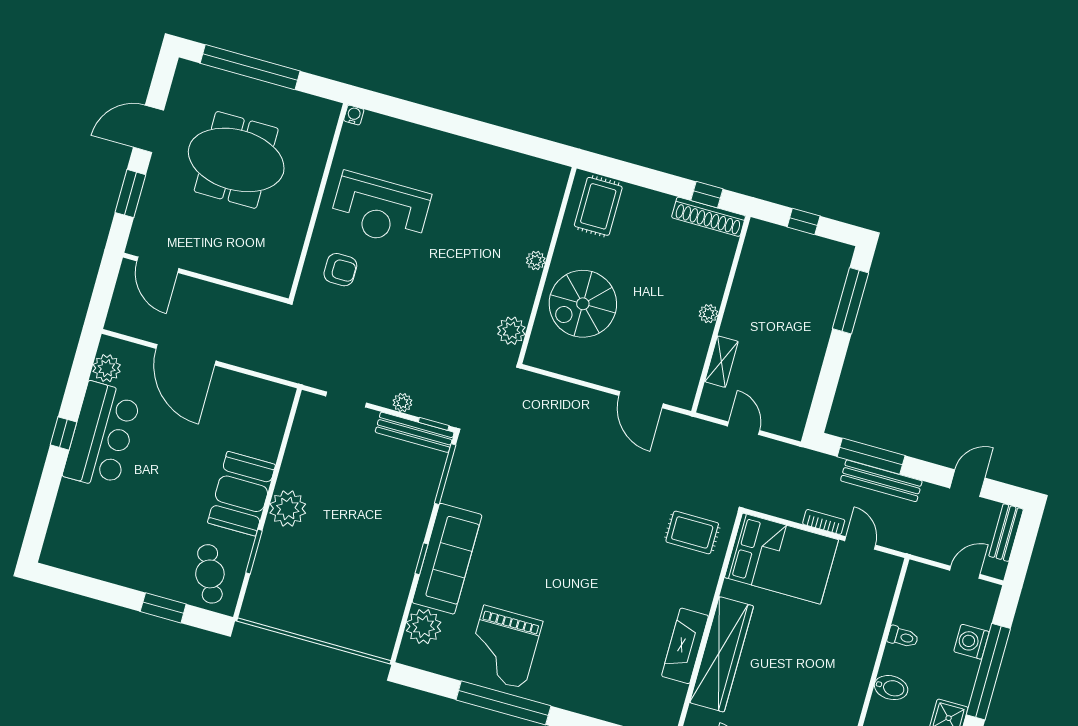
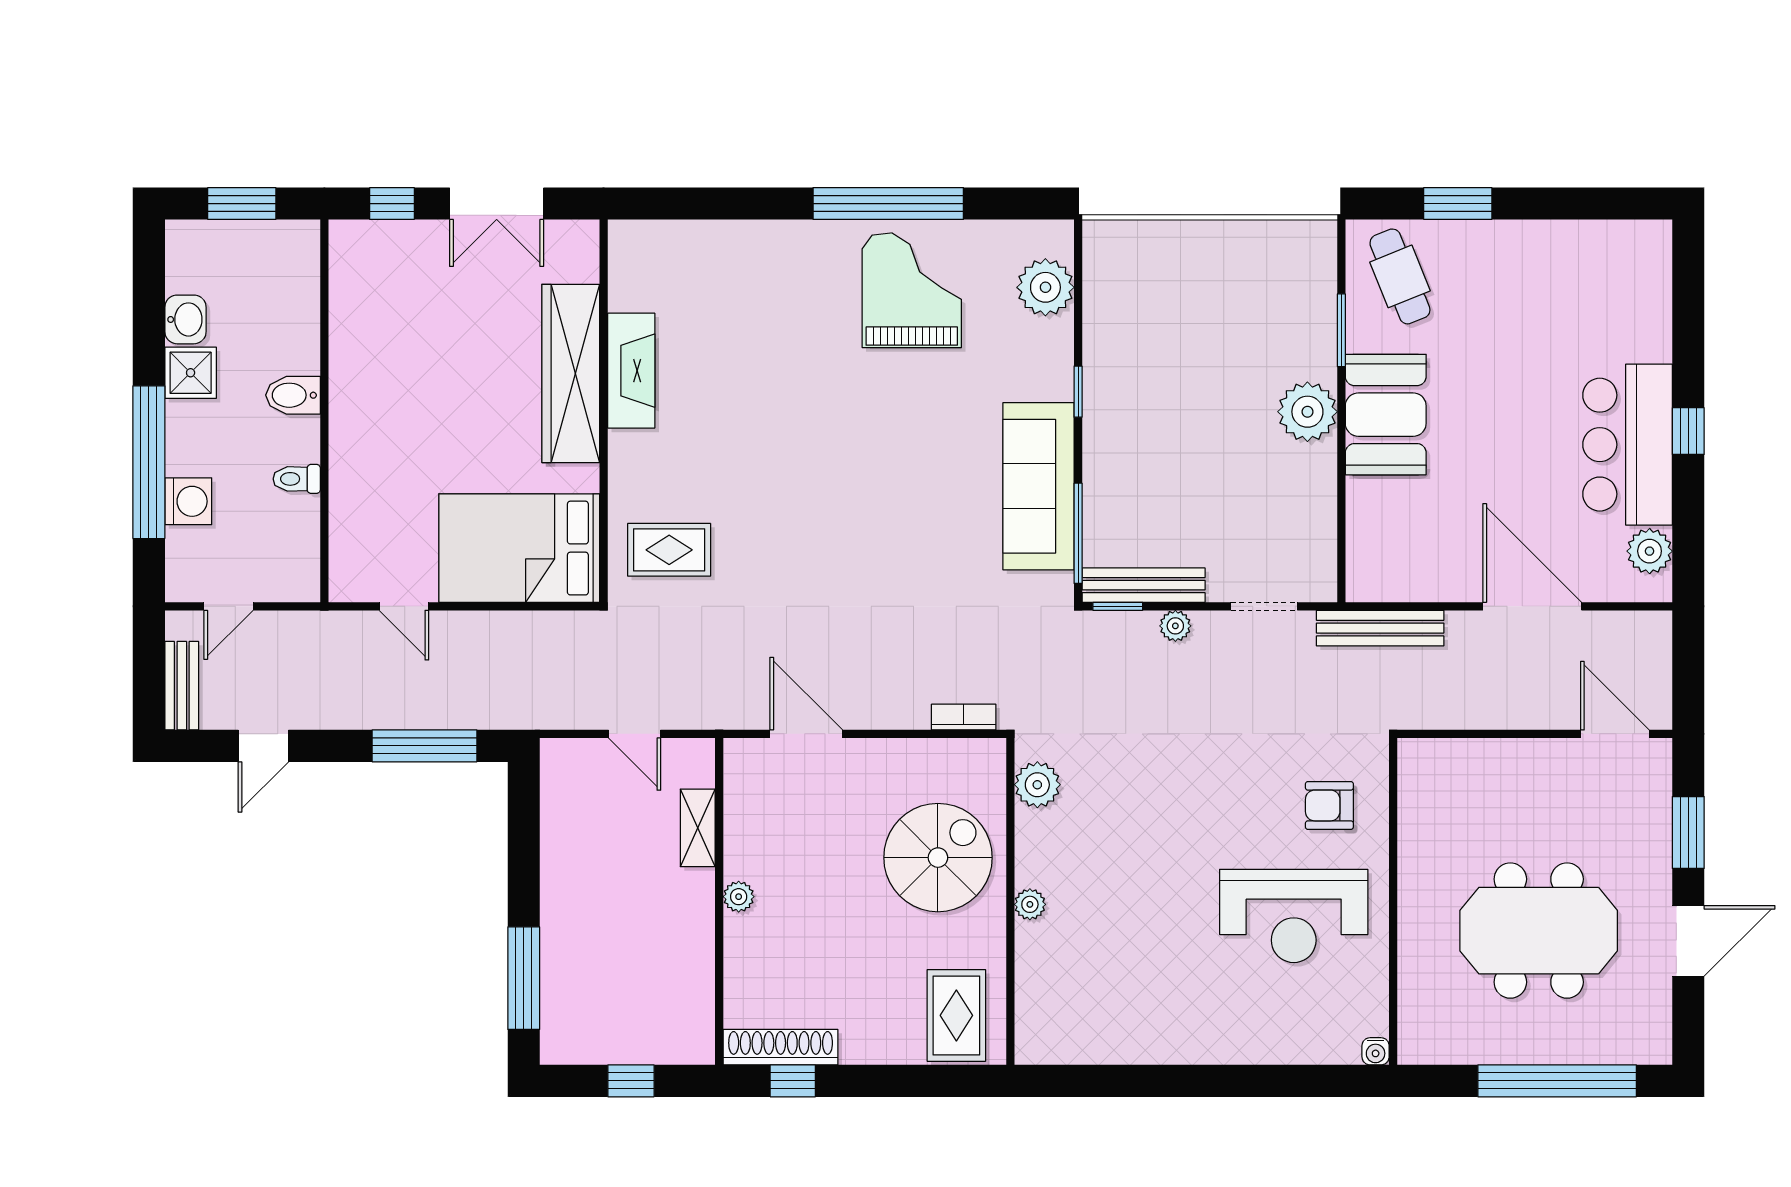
reception desk: (380, 210) -> (1294, 916), turned 180
bench: (881, 481) -> (1380, 628), moved
bookcase: (824, 522) -> (964, 717), moved, turned 180
sofa: (447, 559) -> (1039, 486), moved

